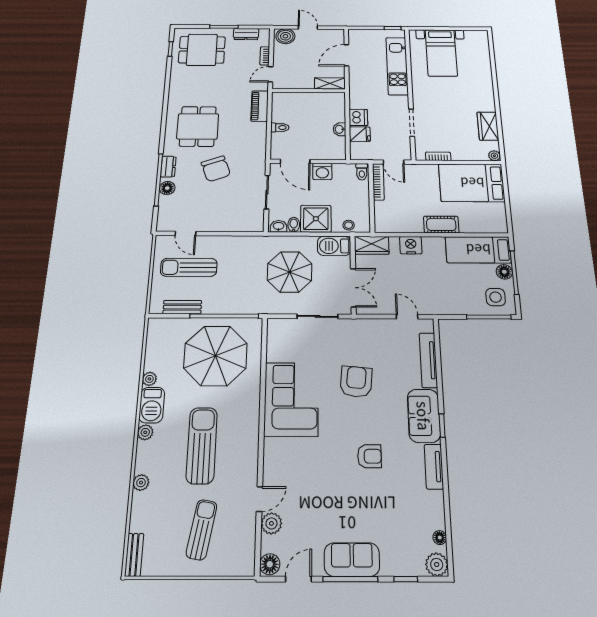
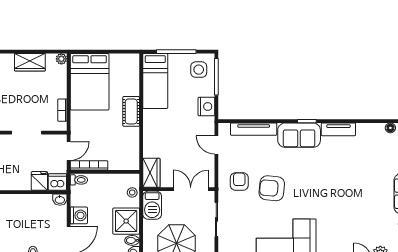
dishwasher: (358, 117) -> (57, 182), moved
washbasin: (339, 129) -> (60, 200), moved
nightstand: (411, 245) -> (206, 106), moved, turned 180
floor lamp: (504, 272) -> (176, 60), removed
door: (407, 317) -> (216, 145), hinge flipped
armchair: (369, 456) -> (239, 181), moved

